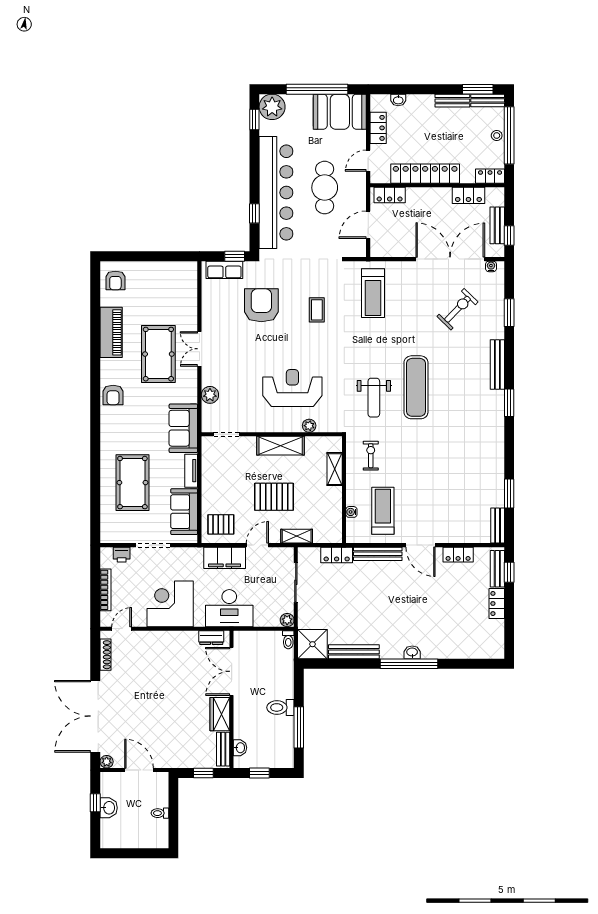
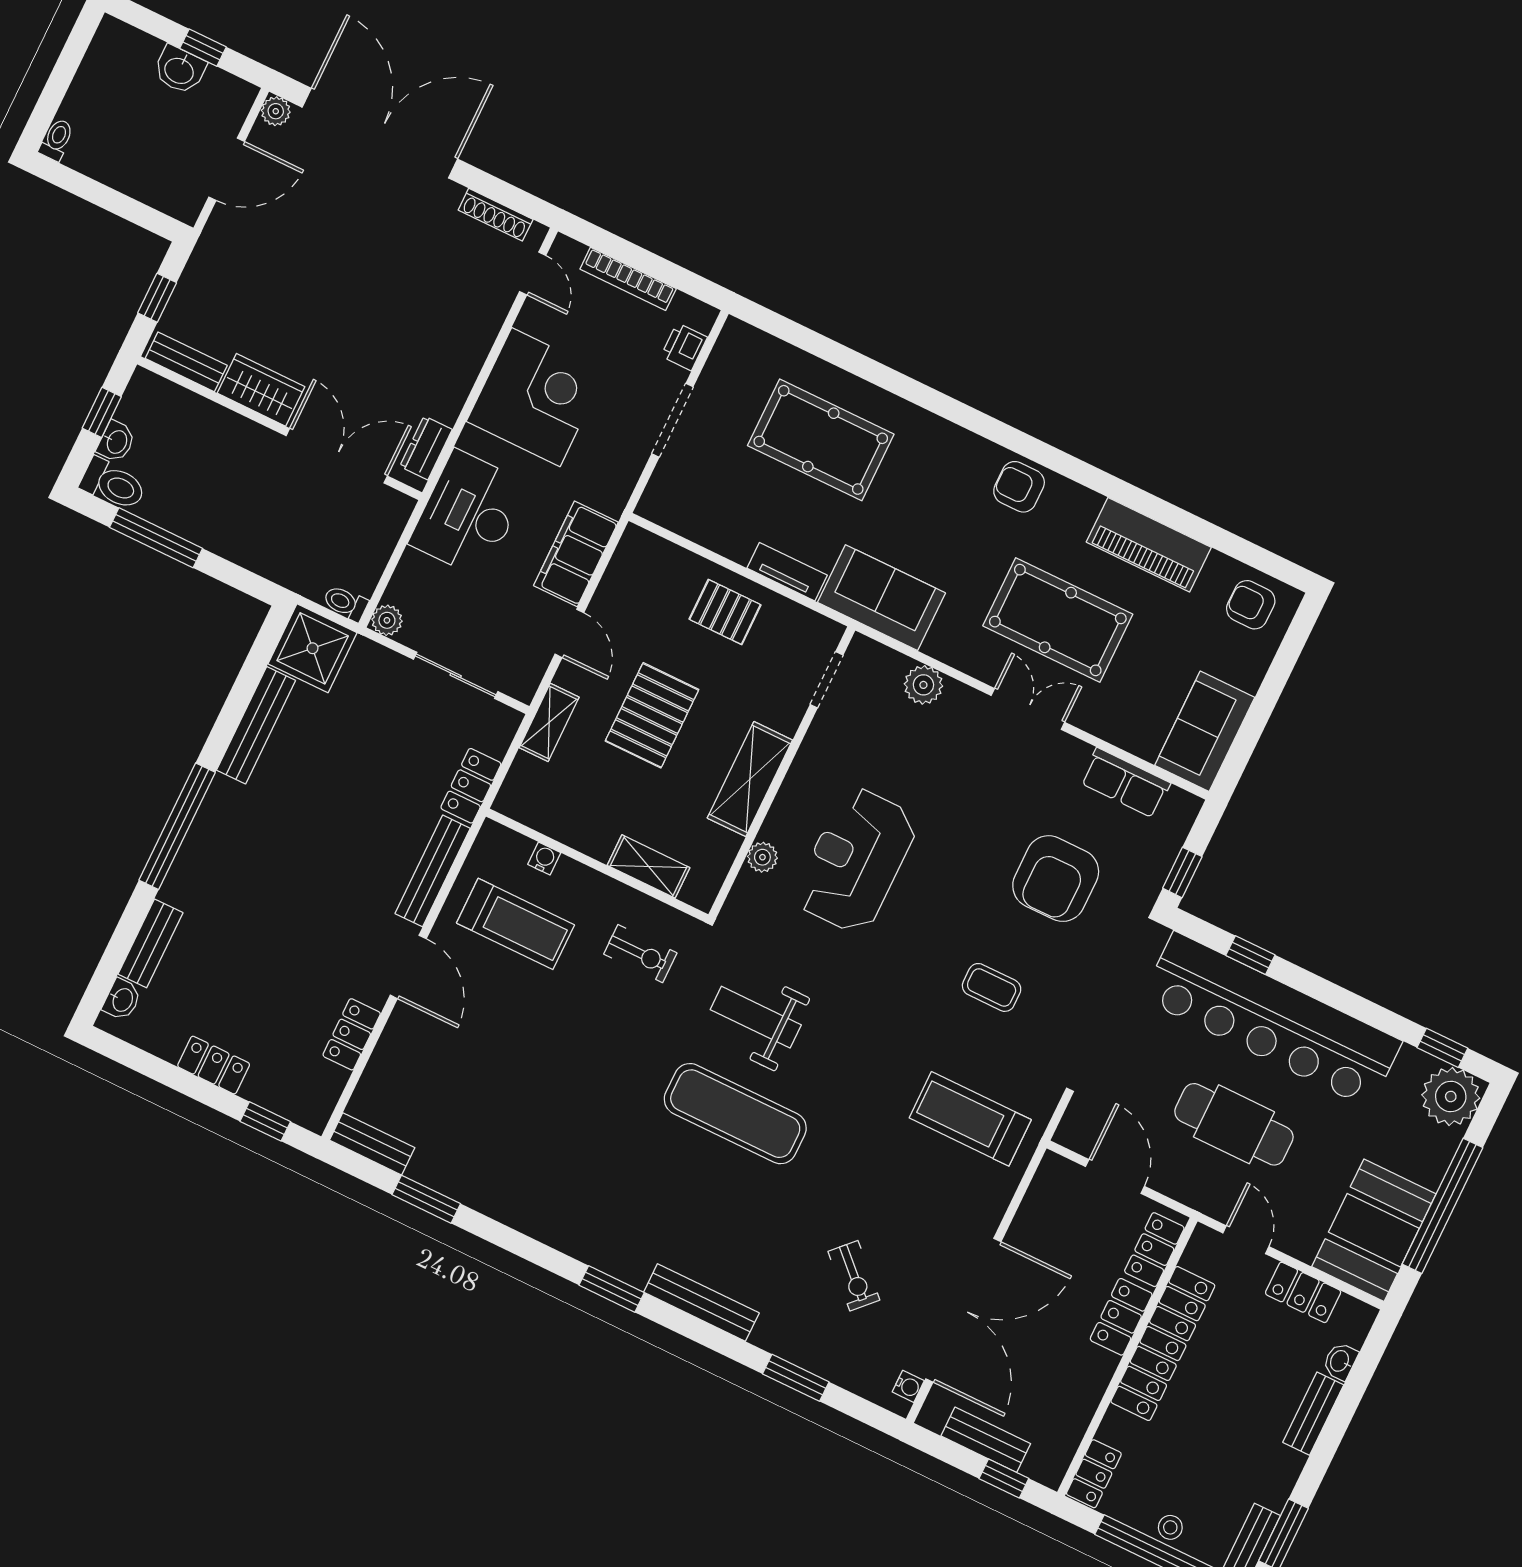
bench: (452, 101) -> (1313, 1414), moved
locker: (468, 195) -> (1121, 1317), moved
window: (509, 236) -> (1004, 1478), moved
row of seats: (224, 270) -> (1125, 783), moved, turned -90
armchair: (261, 305) -> (1056, 879), turned 90
exercise bike: (458, 309) -> (854, 1276), width x0.73, depth x0.72
reception desk: (292, 388) -> (856, 860), turned 180
sofa: (184, 512) -> (1205, 731), moved, turned -90
pallet: (221, 524) -> (725, 612), moved, turned 90
door: (421, 545) -> (408, 967), swing flipped
bench: (497, 569) -> (150, 943), moved, turned 90
washbasin: (412, 652) -> (122, 1000), moved
toilet: (280, 707) -> (113, 484), moved, turned 90
washbasin: (240, 748) -> (116, 442), moved, turned -90
toilet: (160, 813) -> (57, 140), moved

